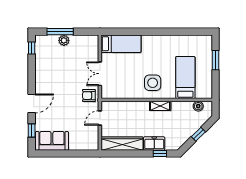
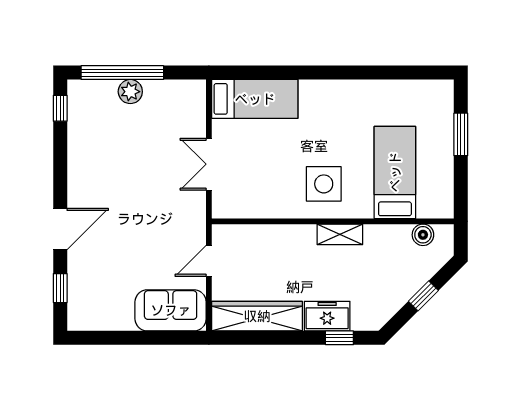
window: (60, 32) -> (122, 73), width x1.46
armchair: (89, 96) -> (185, 212), removed
sofa: (52, 141) -> (171, 310), moved

